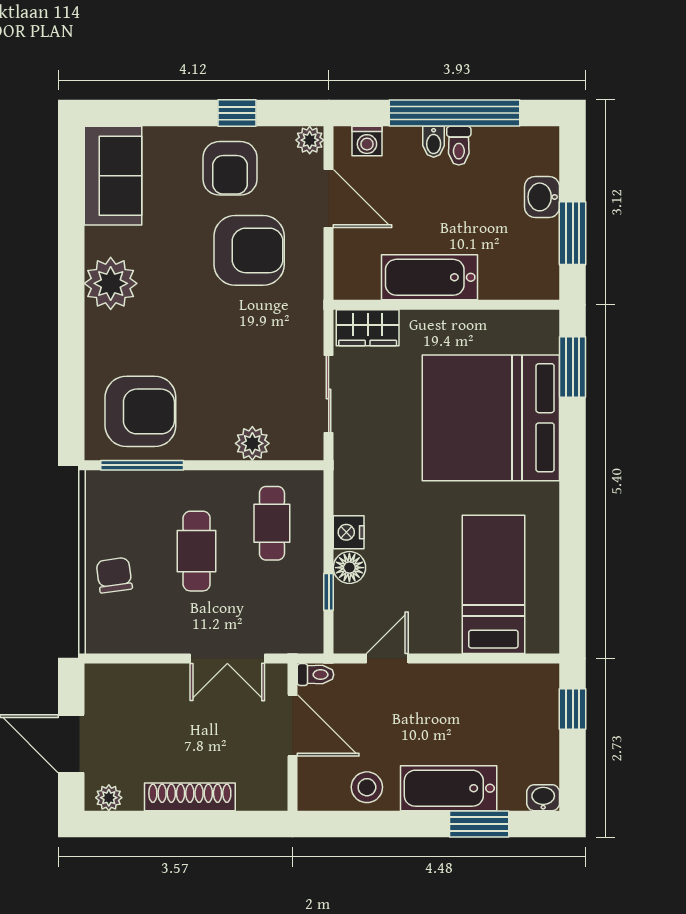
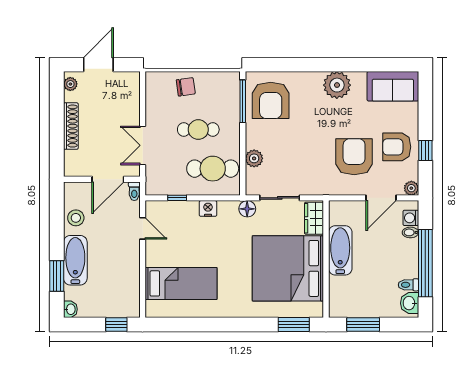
bidet: (434, 142) -> (410, 232), moved
toilet: (459, 146) -> (408, 285), moved
washbasin: (542, 197) -> (410, 303), moved, turned -90
armchair: (249, 250) -> (354, 157), turned 180
bed: (491, 418) -> (288, 268), moved, turned -90
cafe table: (272, 523) -> (213, 169), width x1.37, depth x1.35
floor lamp: (349, 568) -> (247, 209), moved

